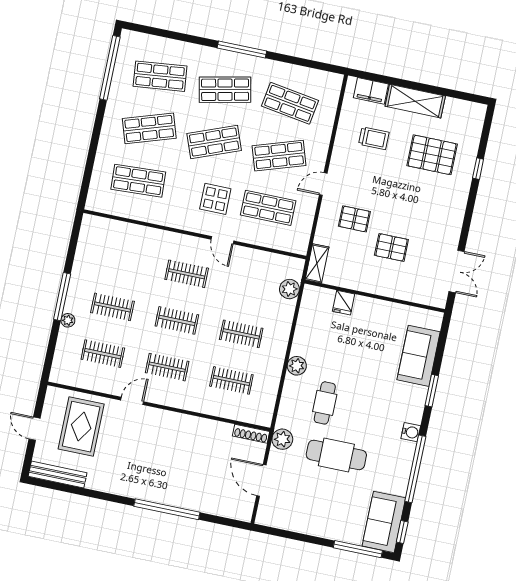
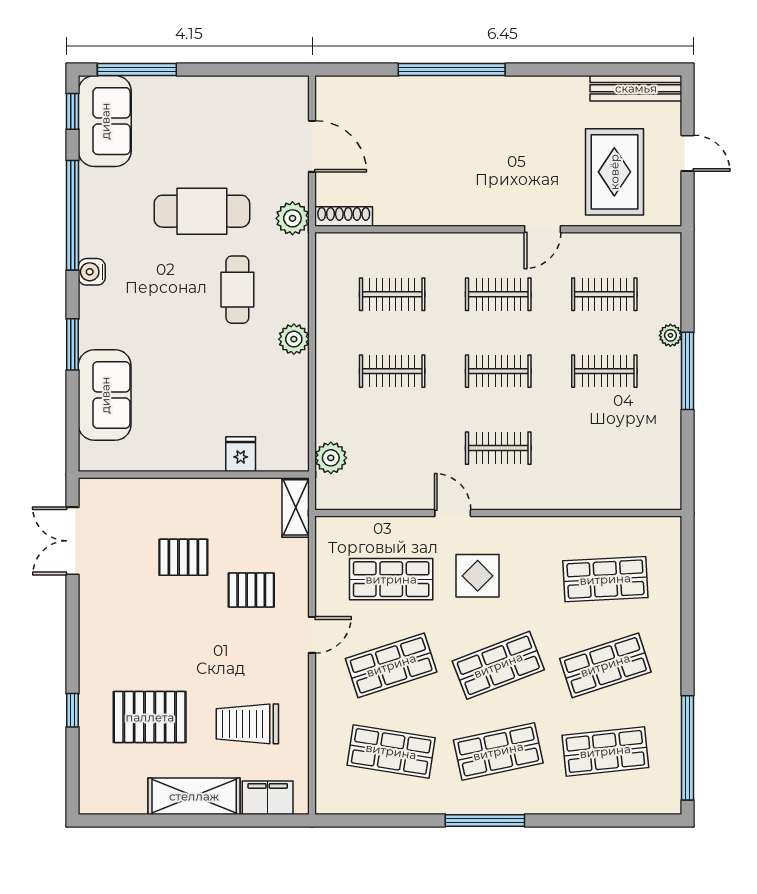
trolley: (374, 138) -> (247, 724), width x1.36, depth x1.39

